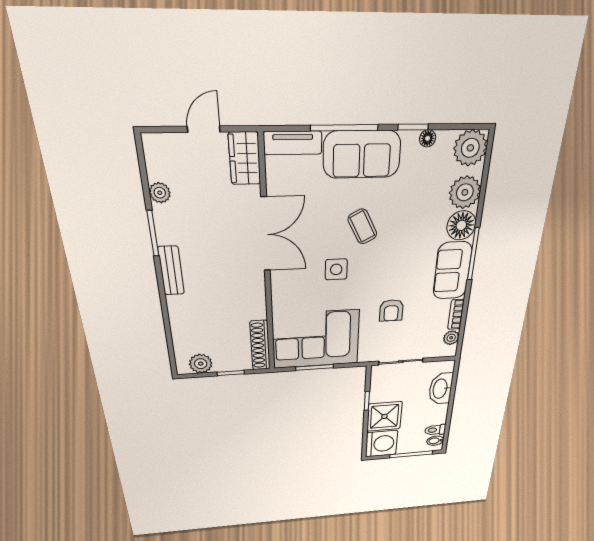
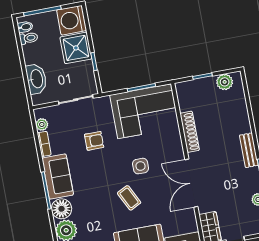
armchair: (391, 310) -> (94, 141), turned 90
shoe rack: (260, 345) -> (190, 132), moved

